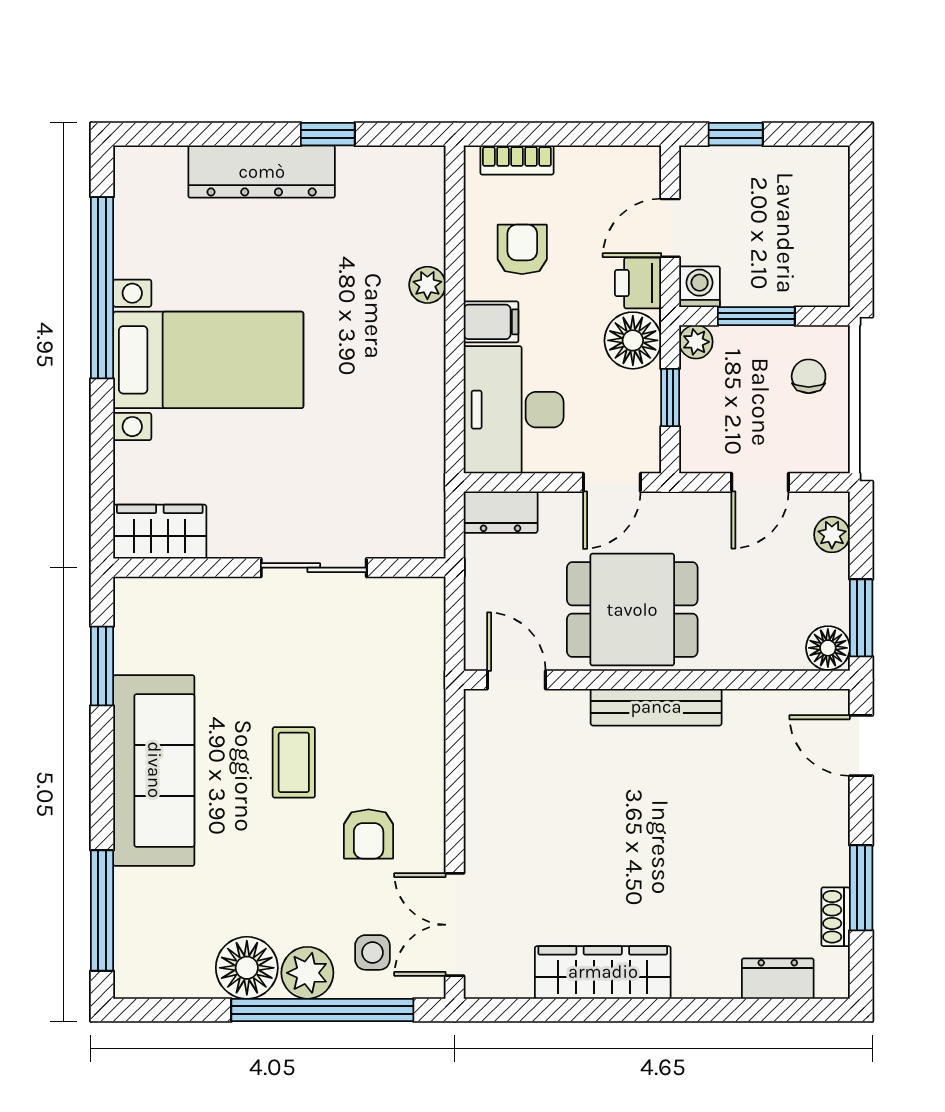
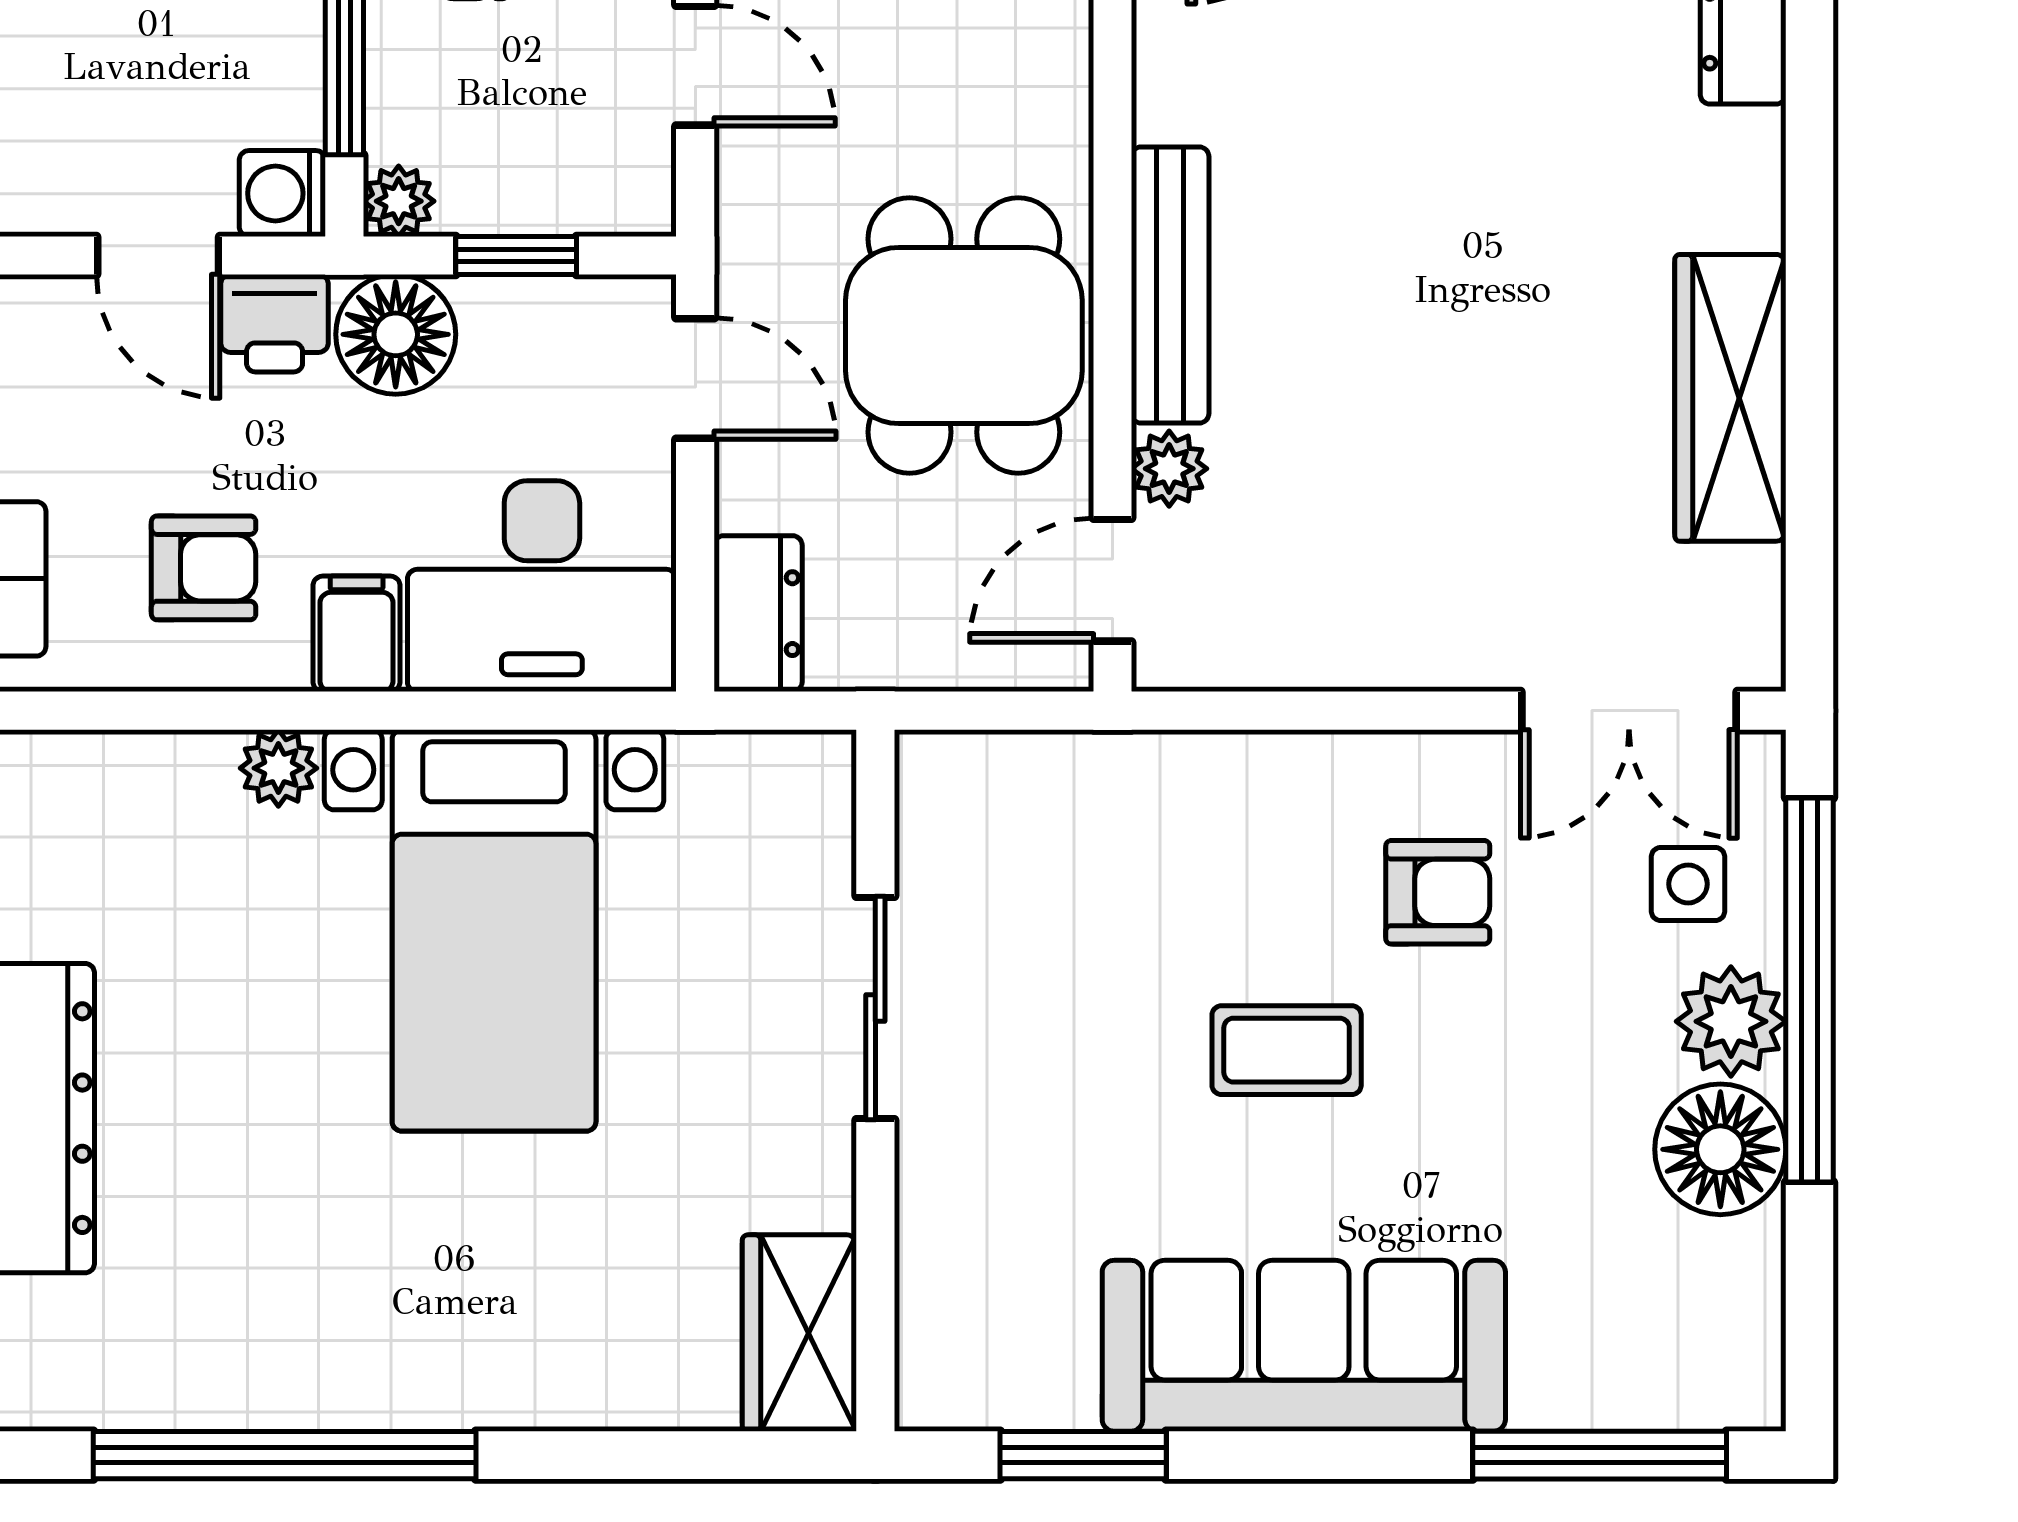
armchair: (522, 249) -> (204, 568), turned 180
bed with nightstands: (208, 360) -> (494, 930), moved, turned 180
plant: (569, 707) -> (1169, 469), added

